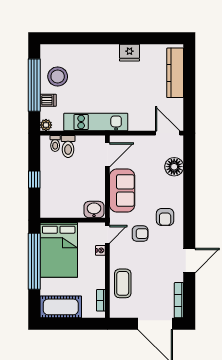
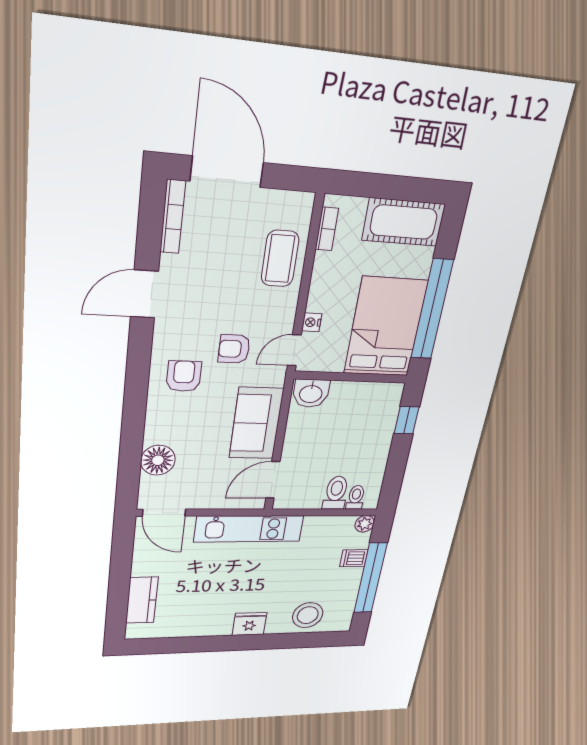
fridge: (130, 53) -> (250, 624), moved
kitchen counter: (175, 73) -> (142, 600), width x0.67
stool: (58, 76) -> (308, 615), moved
kitchen unit: (96, 122) -> (249, 529), moved
window: (34, 180) -> (407, 420), moved

